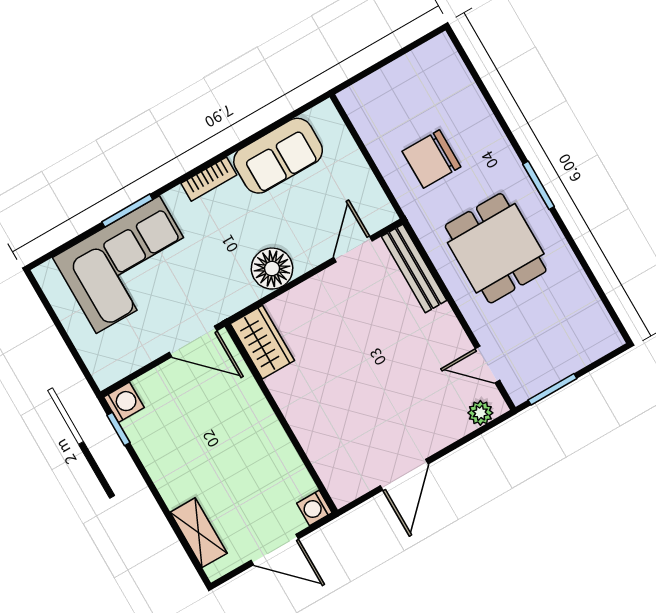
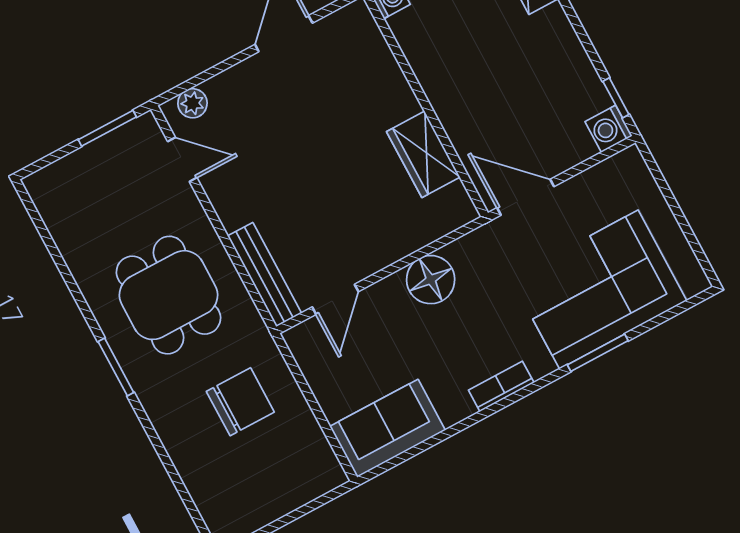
sofa: (278, 156) -> (388, 428), moved
wardrobe: (262, 342) -> (423, 154), moved

